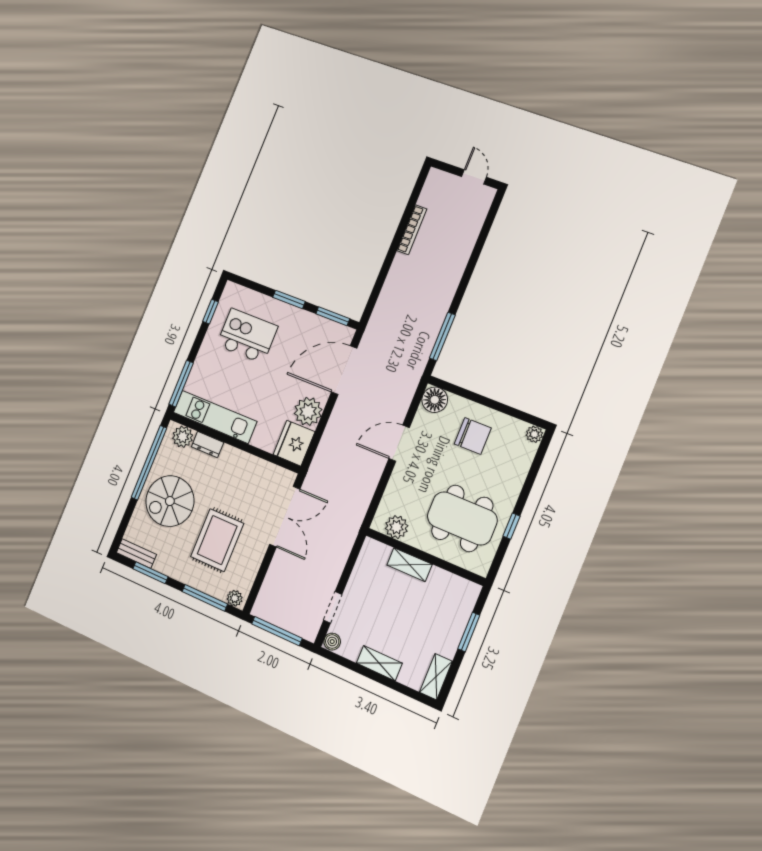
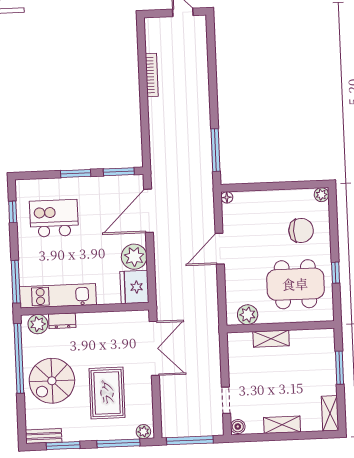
floor lamp: (435, 400) -> (227, 197), width x0.53, depth x0.53
chair: (473, 436) -> (301, 230), moved

